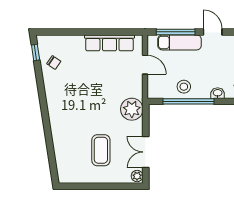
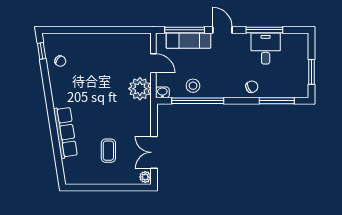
row of seats: (109, 43) -> (65, 132), moved, turned -99
washbasin: (218, 93) -> (162, 92), moved
plant: (132, 109) -> (140, 89), moved
coffee table: (101, 150) -> (108, 151), width x0.73, depth x0.77

